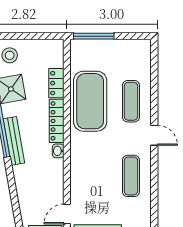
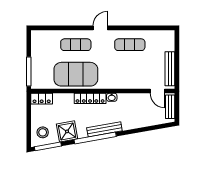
locker: (56, 83) -> (42, 99), moved

